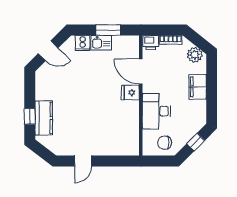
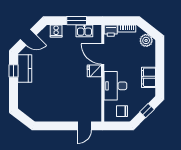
kitchen sink: (101, 43) -> (84, 31), moved
filing cabinet: (198, 87) -> (149, 77), moved
window: (30, 116) -> (13, 71), moved
kitchen counter: (44, 118) -> (25, 68), moved
door: (83, 161) -> (85, 126), moved

